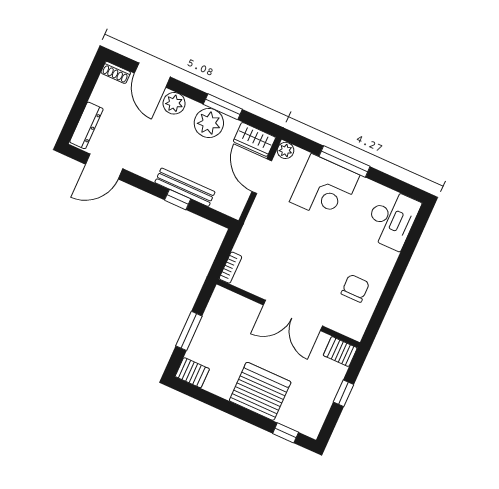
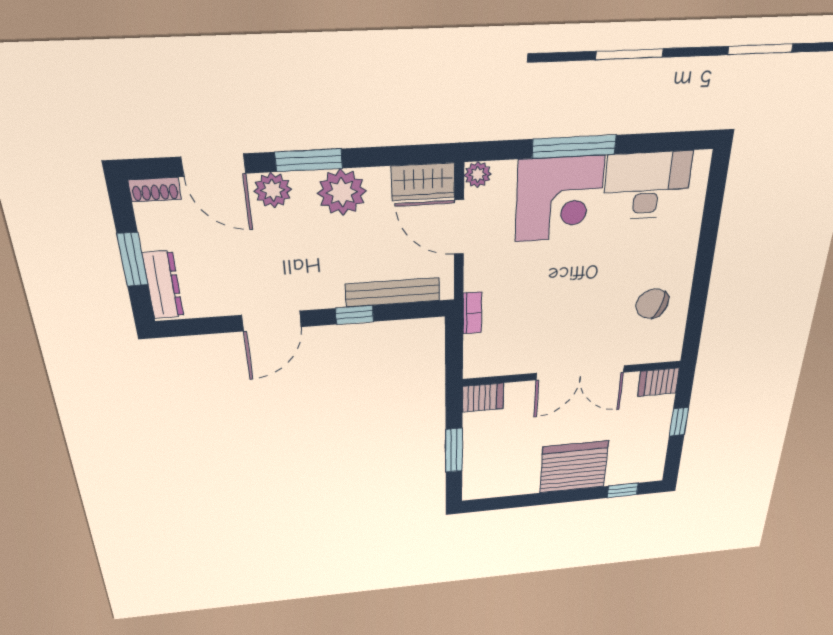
window: (80, 103) -> (133, 259), added
window: (223, 107) -> (309, 160), moved
door: (104, 166) -> (272, 321), moved
bench: (185, 187) -> (393, 292), moved
desk: (392, 219) -> (647, 186), moved, turned -90
bookcase: (231, 268) -> (472, 313), moved
chair: (355, 288) -> (652, 304), turned -71
server rack: (192, 373) -> (483, 398), moved

